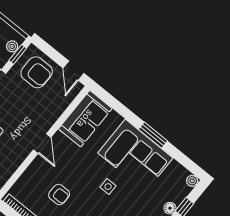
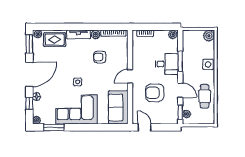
armchair: (37, 72) -> (155, 93), moved
window: (153, 135) -> (54, 127), moved
door: (42, 144) -> (130, 76), hinge flipped

